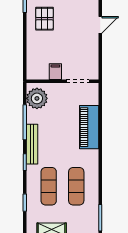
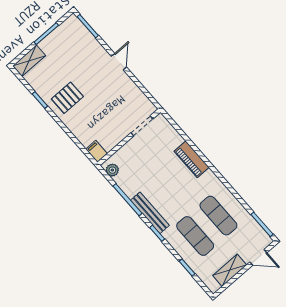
pallet: (44, 19) -> (67, 98), turned 90
filing cabinet: (55, 72) -> (97, 151), moved
plant: (37, 98) -> (112, 170), width x0.53, depth x0.53
piano: (89, 127) -> (192, 159), width x0.73, depth x0.75

